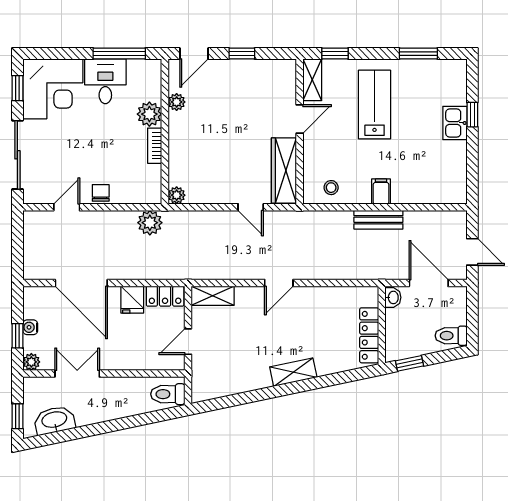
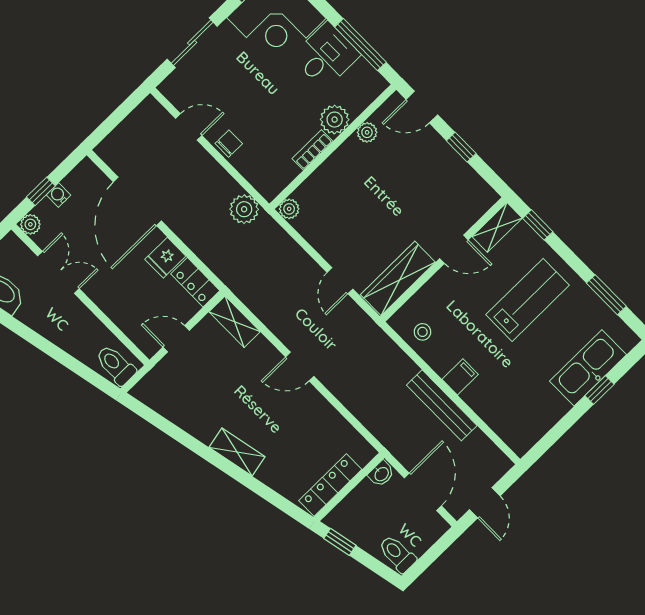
kitchen sink: (455, 123) -> (588, 368), width x1.88, depth x1.24
sliding door: (17, 155) -> (192, 43), width x0.73
bench: (378, 220) -> (442, 405), width x1.36

